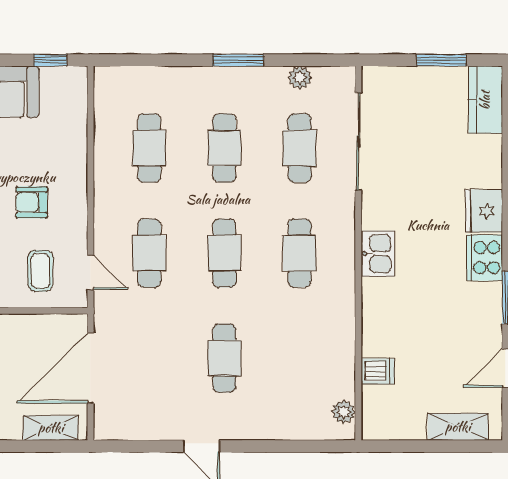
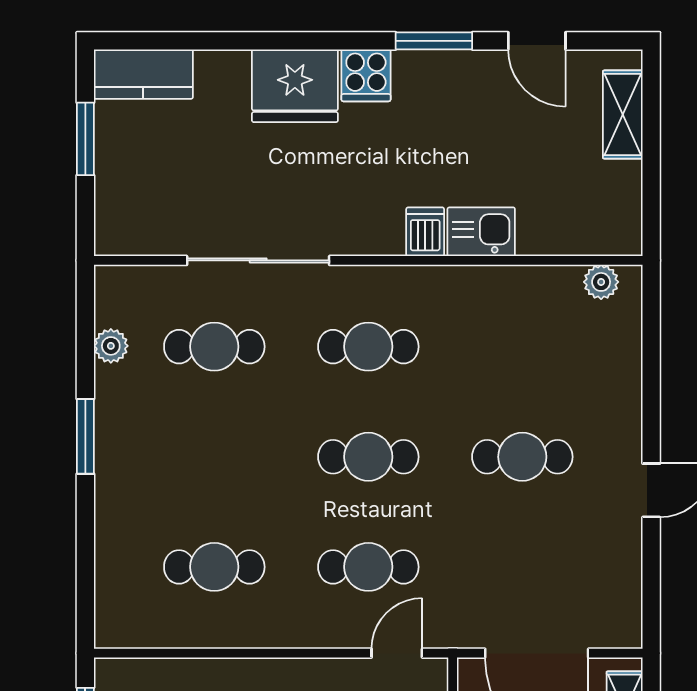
sliding door: (358, 141) -> (258, 260), moved
cafe table: (224, 148) -> (214, 457), removed
fridge: (484, 211) -> (295, 86), width x1.36, depth x1.34
kitchen sink: (378, 254) -> (481, 232), moved
cooker: (485, 258) -> (366, 75), width x0.73
dishwasher: (378, 371) -> (425, 232), moved

